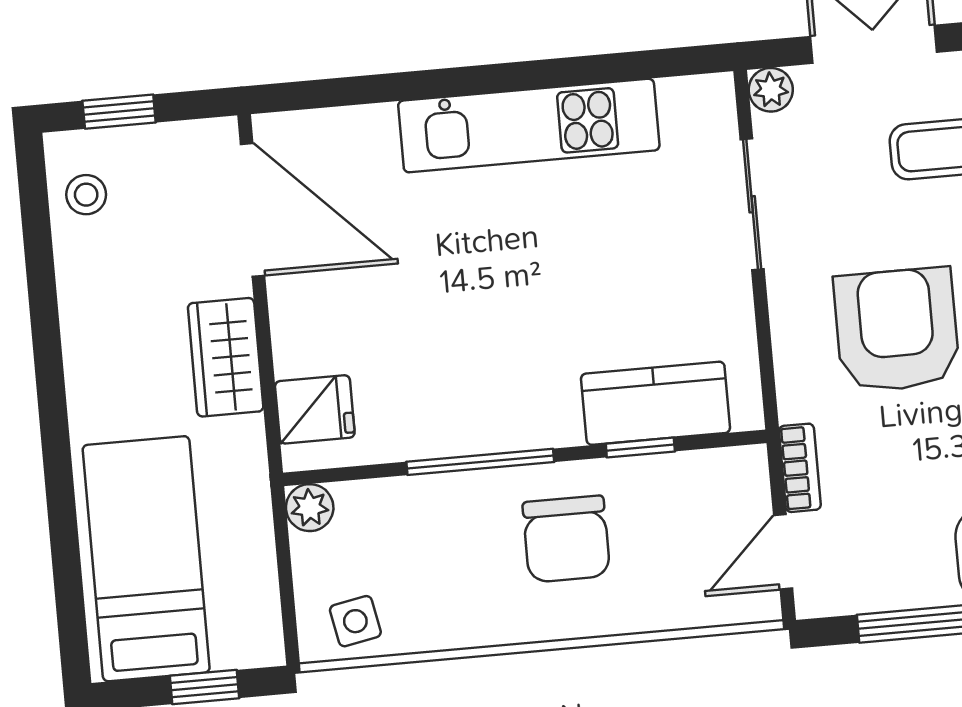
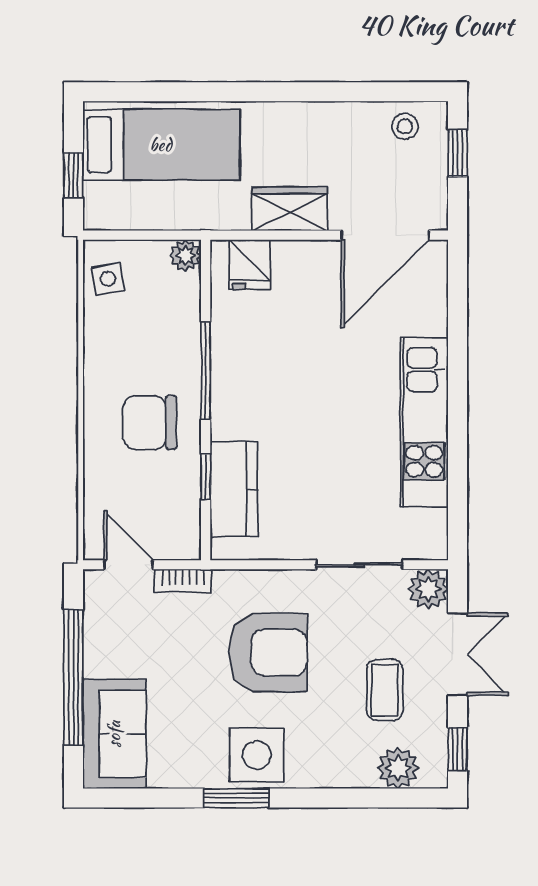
plant: (771, 90) -> (428, 589), width x1.38, depth x1.38

